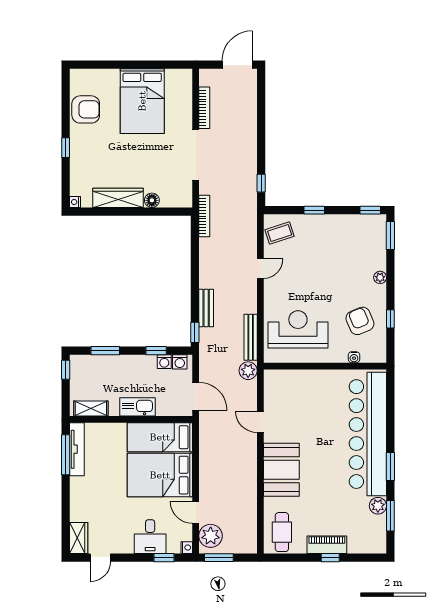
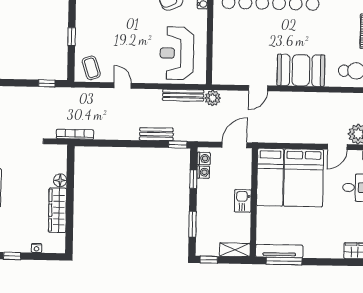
nightstand: (75, 202) -> (36, 248), moved
kitchen sink: (137, 407) -> (243, 201), width x0.73
shelving: (91, 408) -> (235, 250), moved, turned 90

